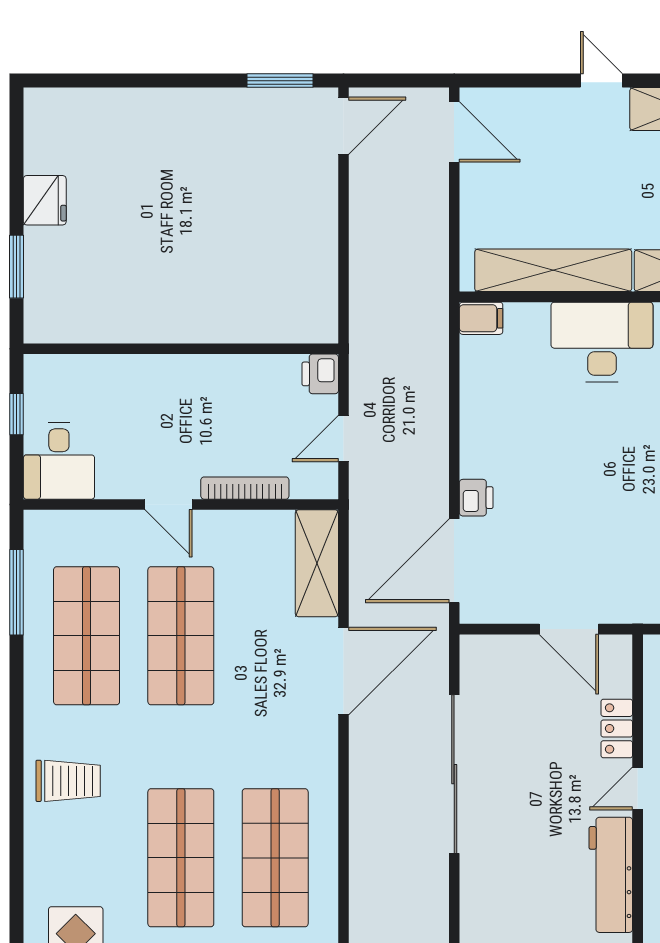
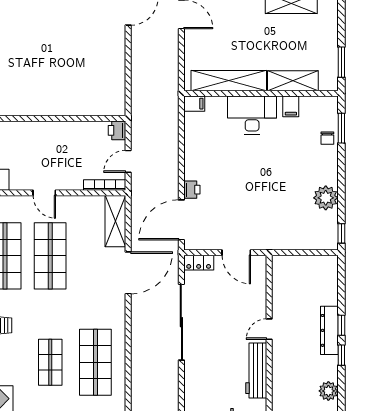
bookcase: (245, 488) -> (105, 185), moved
locker: (617, 729) -> (199, 263), moved, turned -90
shop shelf: (181, 858) -> (50, 362), width x0.70, depth x0.74

